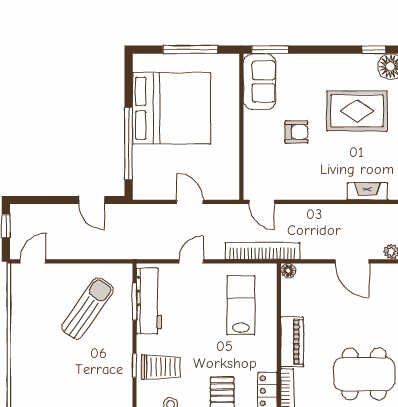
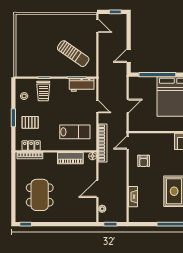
armchair: (296, 132) -> (144, 161), moved
workbench: (149, 301) -> (82, 85), width x0.73
piano: (292, 342) -> (70, 158), moved

